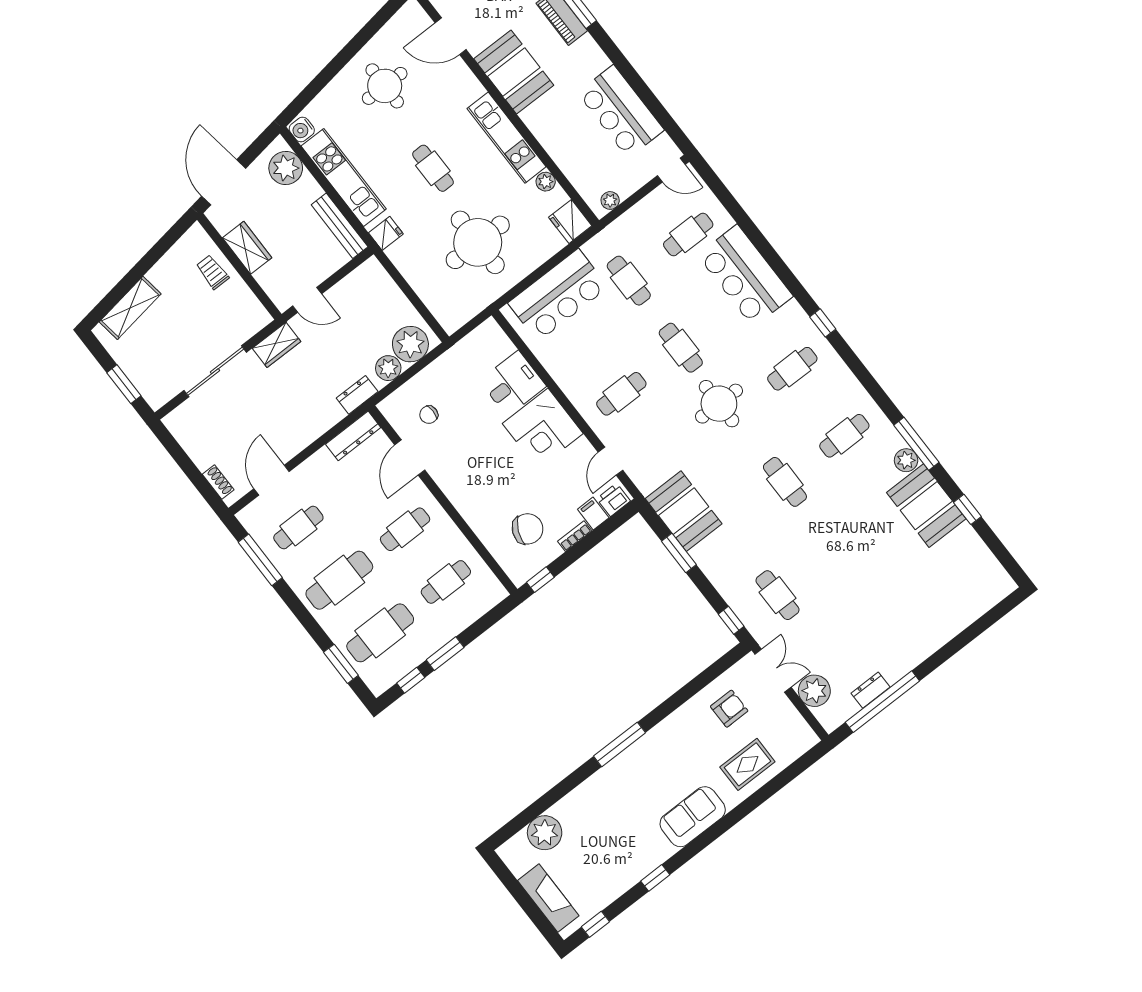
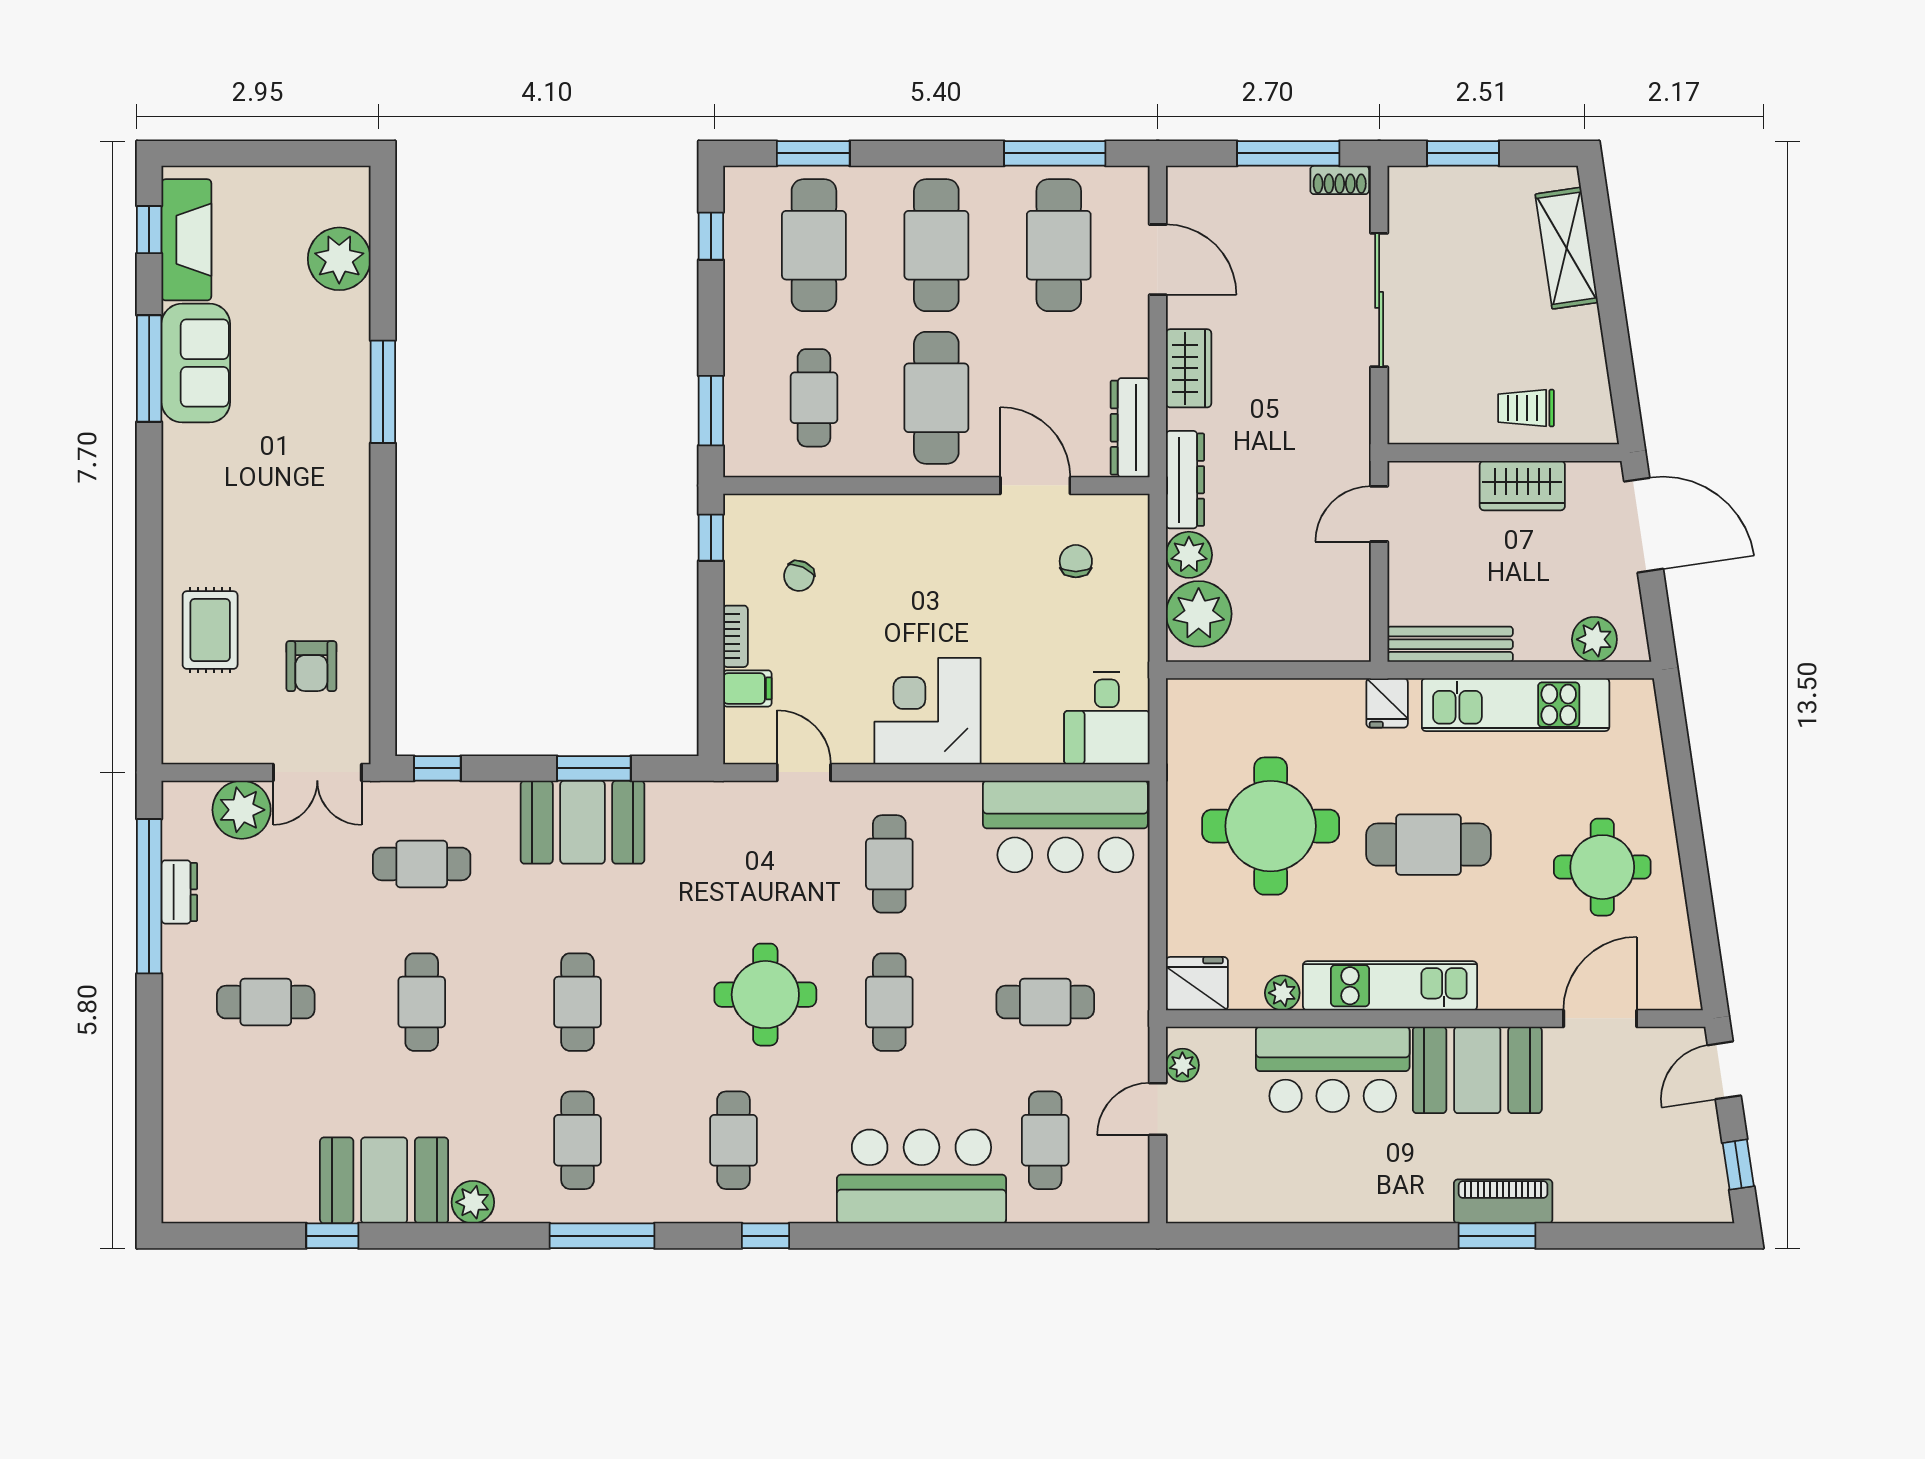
bar counter: (621, 111) -> (1333, 1069), moved, turned 180
water cooler: (302, 130) -> (1632, 698), removed
plant: (286, 168) -> (1594, 639), width x0.73, depth x0.73
cafe table: (433, 168) -> (1428, 845), width x1.37, depth x1.35
door: (671, 170) -> (1158, 1109), moved
trolley: (212, 272) -> (1526, 408), turned 180
bar counter: (558, 295) -> (1065, 826), moved, turned -90
wardrobe: (276, 345) -> (1189, 368), moved, turned 180
cafe table: (681, 348) -> (889, 1002), turned 90
desk: (513, 383) -> (1107, 718), moved
dresser: (357, 395) -> (1185, 480), width x1.44
window: (916, 444) -> (602, 1236), moved
window: (182, 459) -> (1288, 153), added
shoe rack: (218, 482) -> (1340, 180), moved
cafe table: (785, 482) -> (578, 1002), turned 90
printer: (614, 500) -> (744, 733), removed
booth: (684, 511) -> (583, 822), moved
cafe table: (298, 528) -> (1059, 245), width x1.37, depth x1.35
cafe table: (405, 529) -> (936, 398), width x1.37, depth x1.35
chair: (528, 529) -> (799, 576), width x0.54, depth x0.54
cafe table: (837, 549) -> (422, 1002), added
cafe table: (889, 616) -> (266, 1002), added
window: (445, 654) -> (711, 411), moved
window: (620, 744) -> (383, 392), moved
sofa: (693, 817) -> (196, 363), moved
window: (655, 878) -> (149, 369), width x2.17
fireplace: (548, 898) -> (186, 240), moved, turned -90

